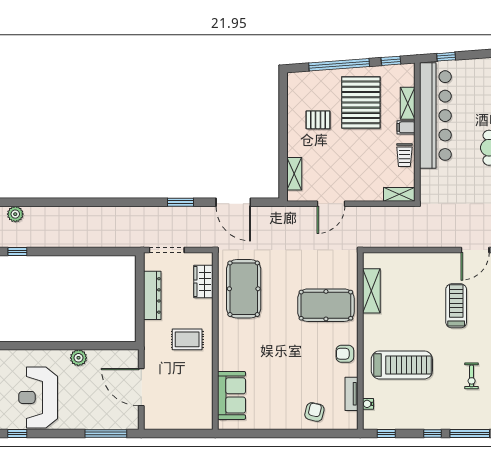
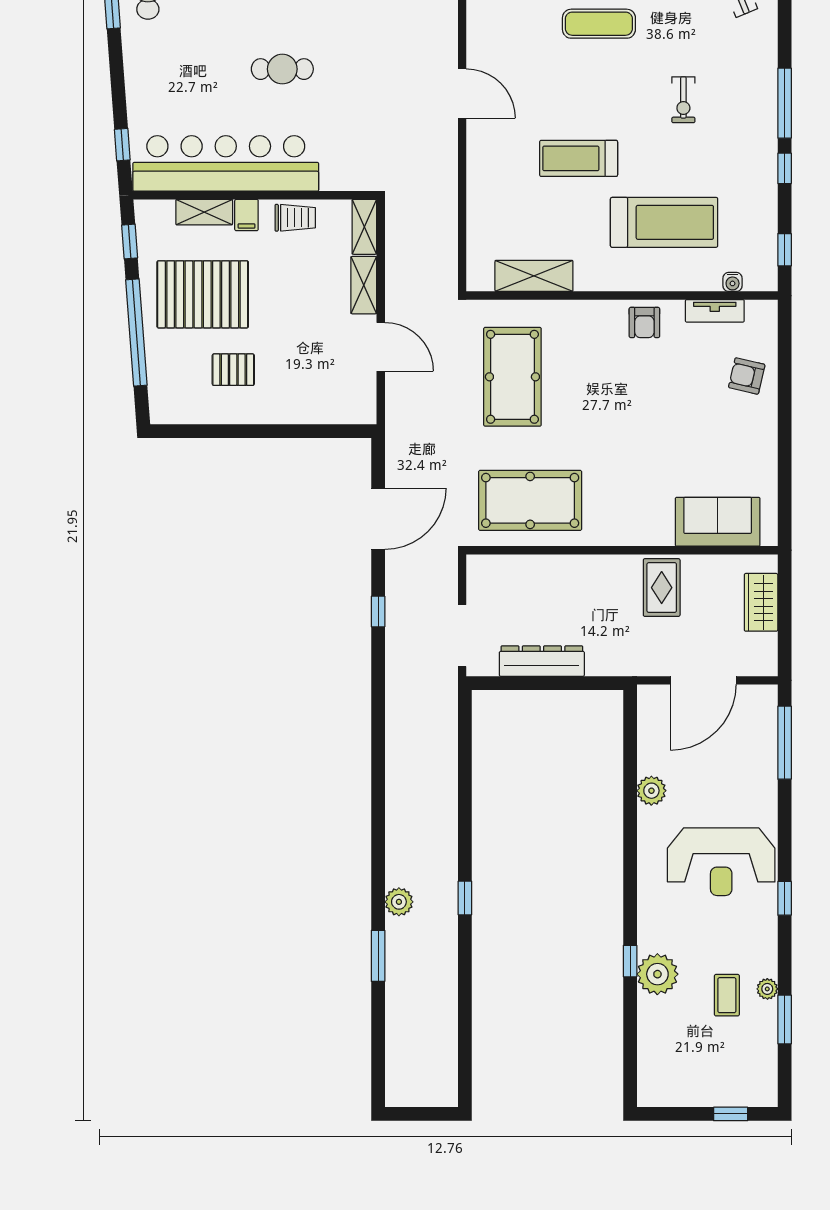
pallet: (318, 120) -> (233, 370), turned 90
shelving: (294, 174) -> (364, 285), moved, turned 90
window: (180, 202) -> (378, 611), width x0.67
wardrobe: (203, 281) -> (761, 602), moved, turned 90
pool table: (326, 305) -> (512, 377), moved
treadmill: (456, 306) -> (579, 158), moved
rug: (187, 339) -> (662, 588), moved
treadmill: (402, 365) -> (664, 222), turned 90
exercise bike: (472, 376) -> (683, 100), turned 90

